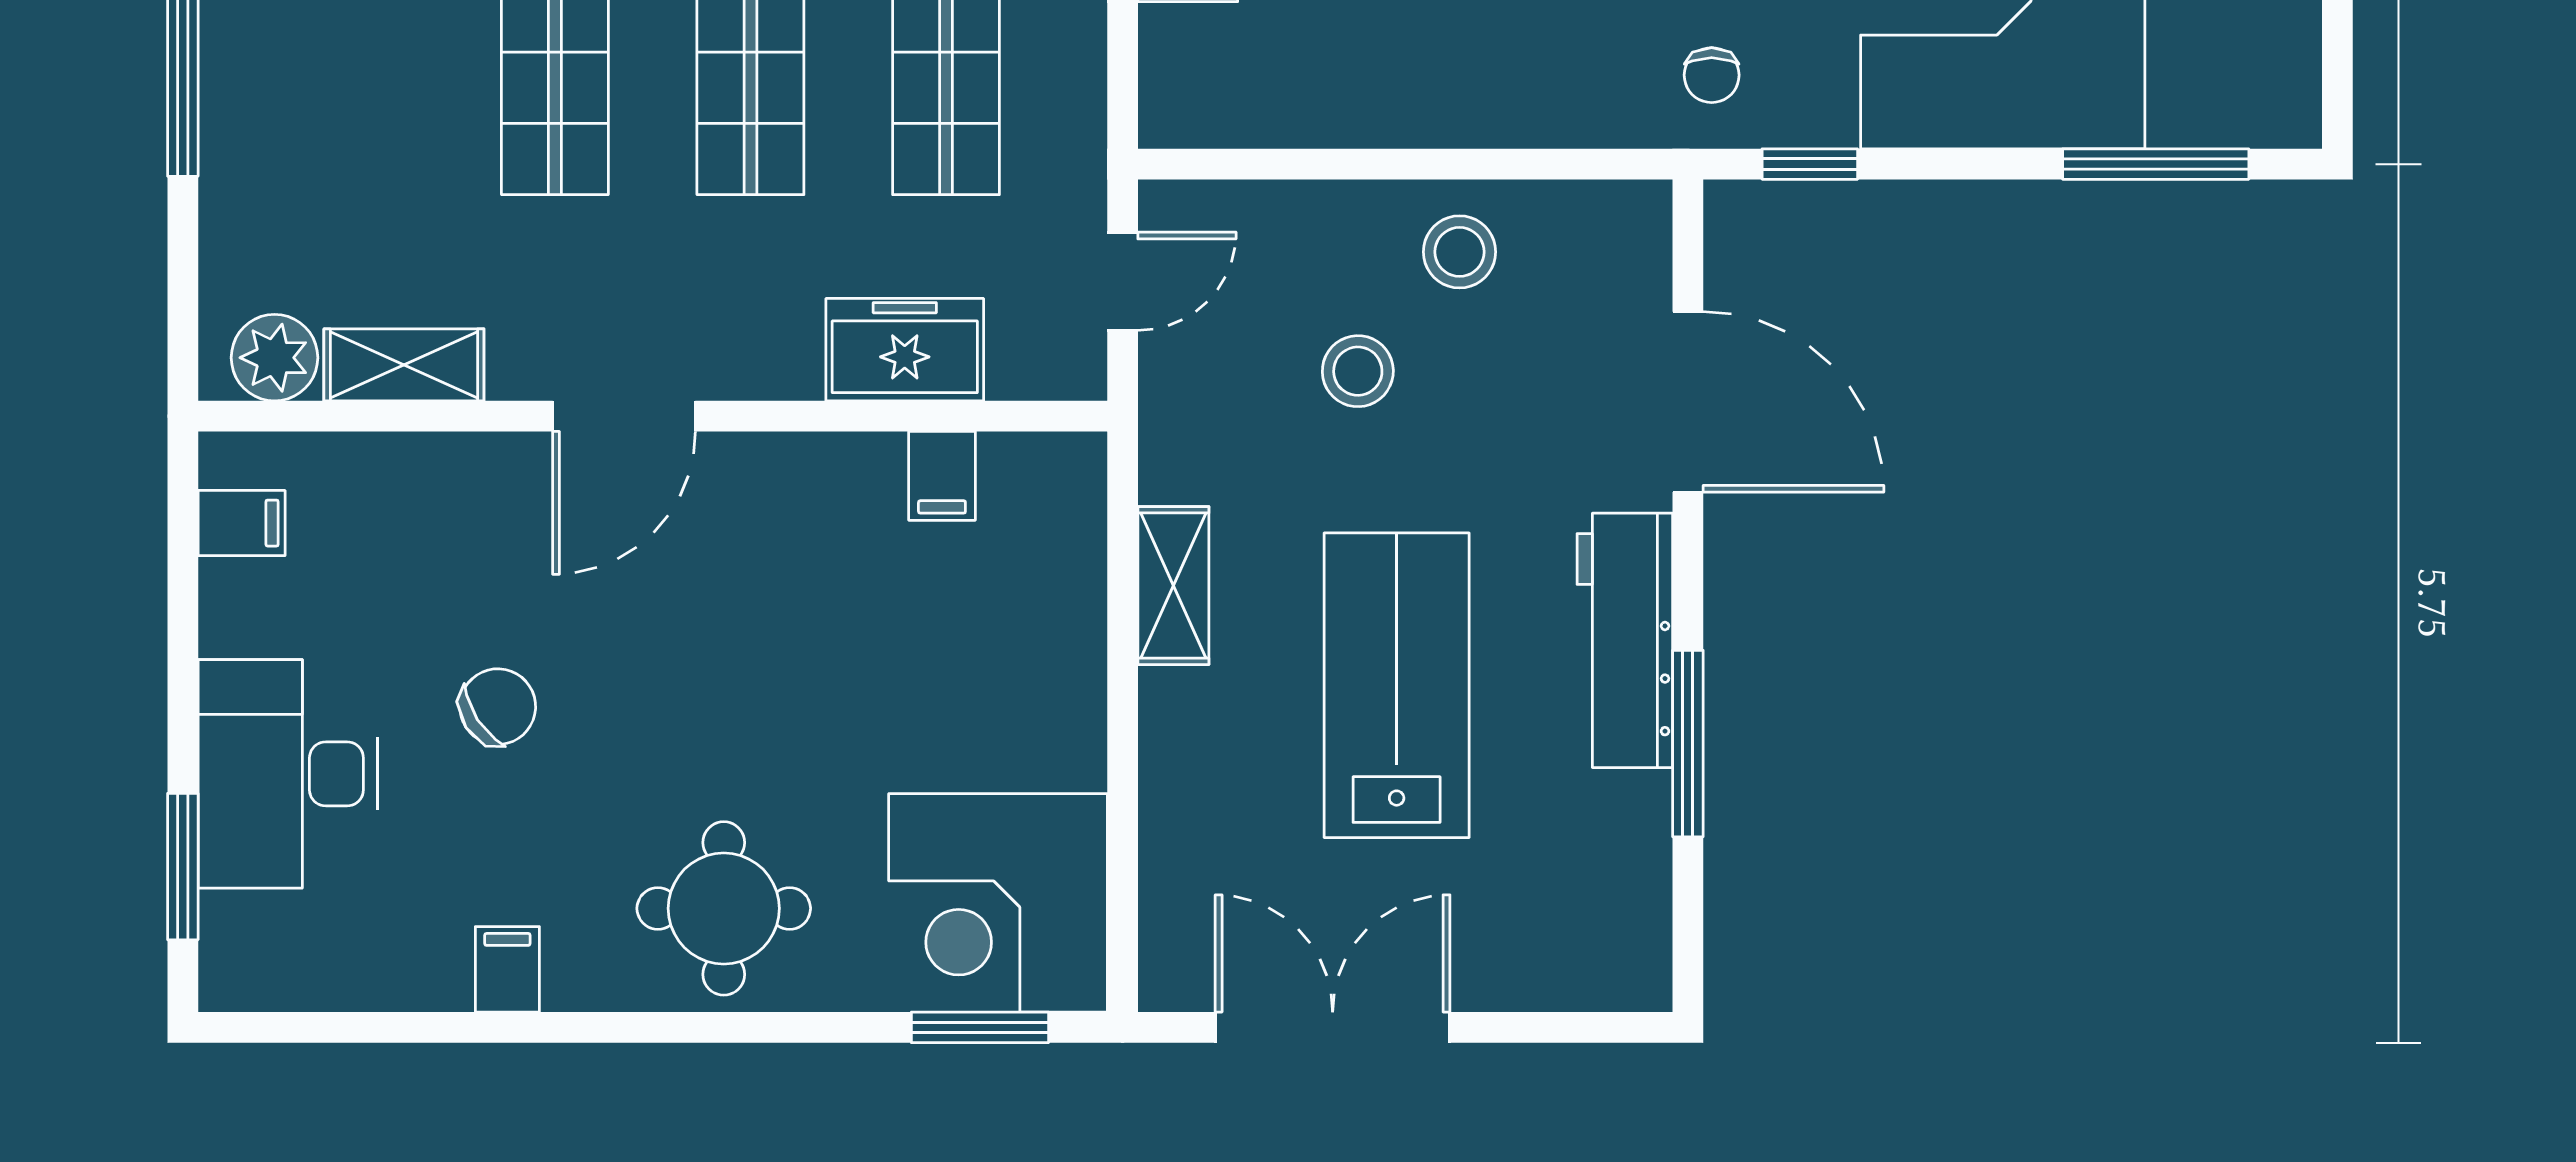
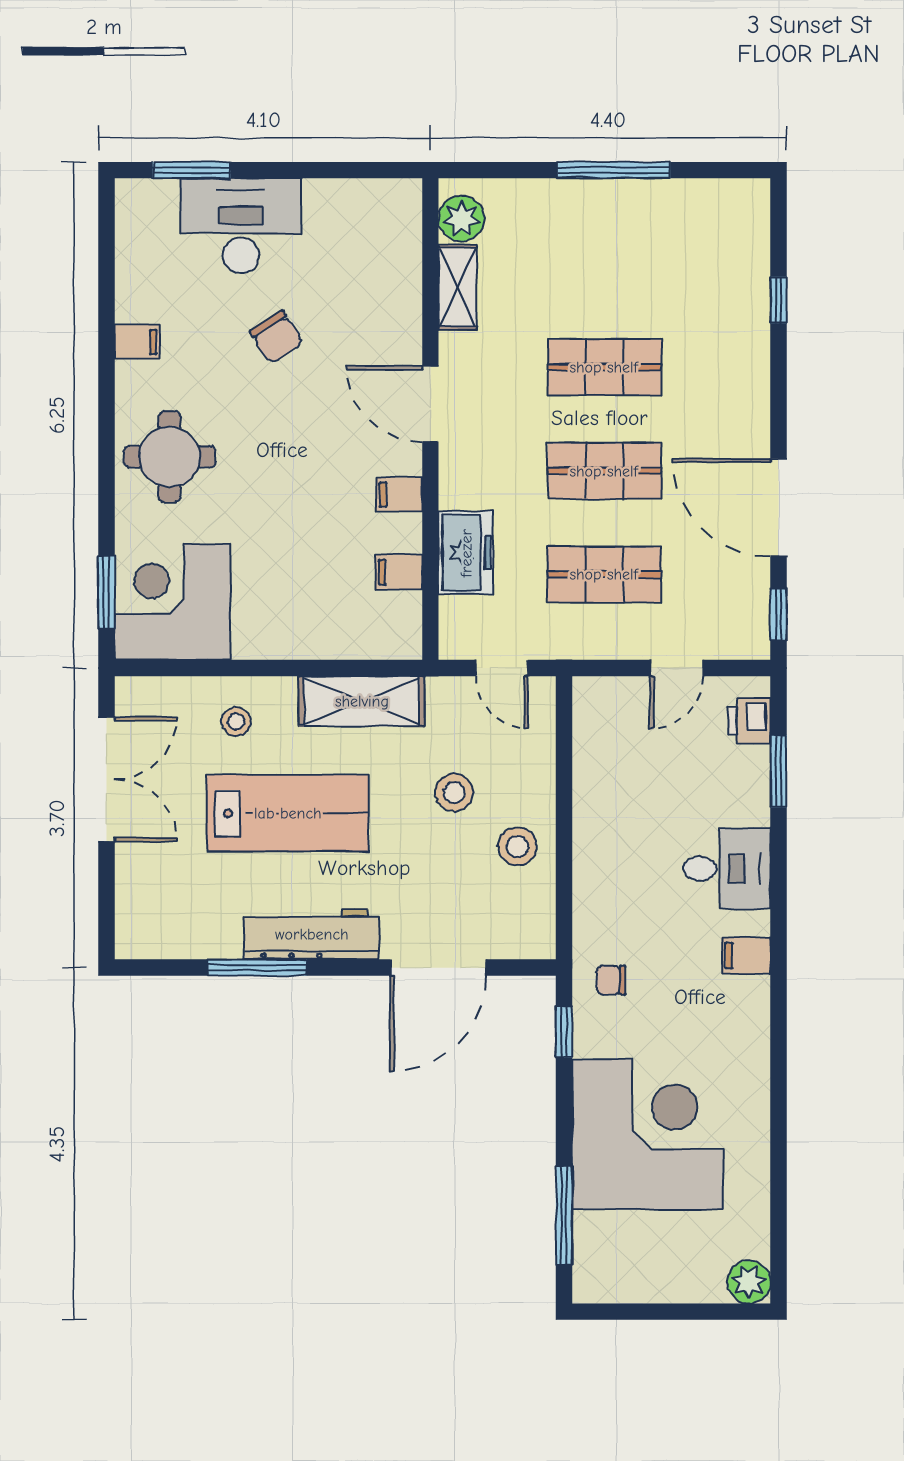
filing cabinet: (242, 523) -> (399, 495), moved, turned 90
shelving: (1173, 586) -> (362, 701), width x1.50, depth x1.33
stool: (1224, 783) -> (236, 722), added

